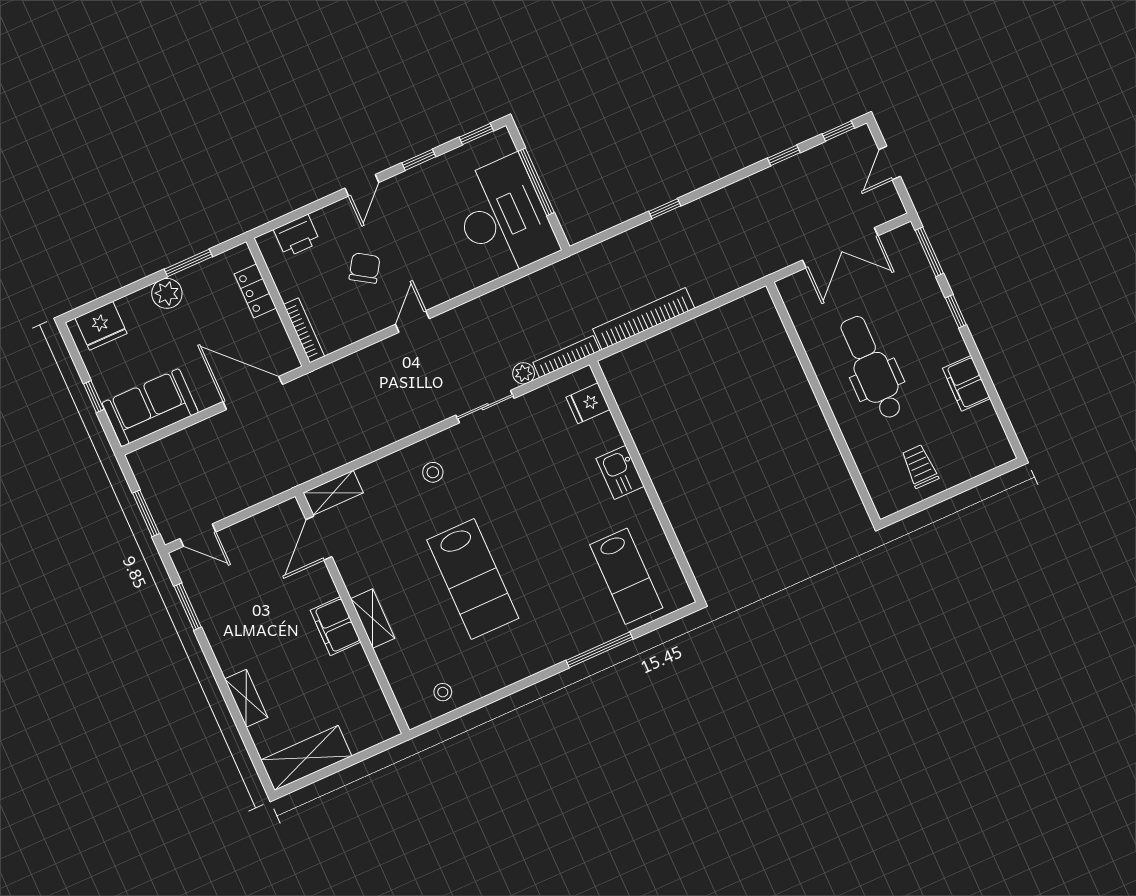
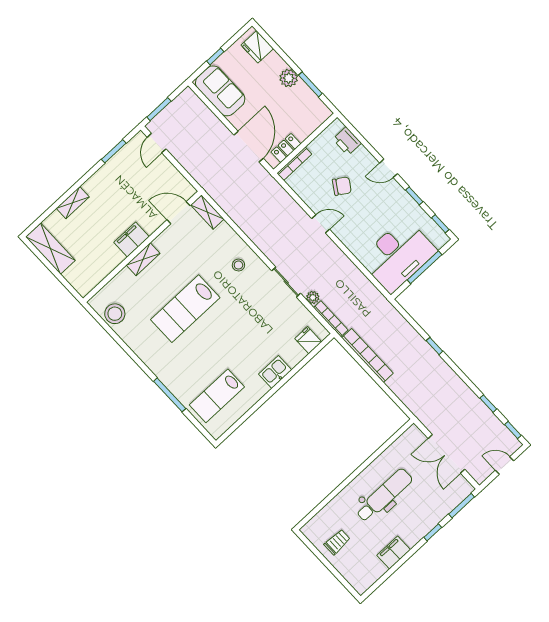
locker: (255, 291) -> (286, 148), moved
stool: (443, 692) -> (115, 314), width x1.89, depth x1.89

